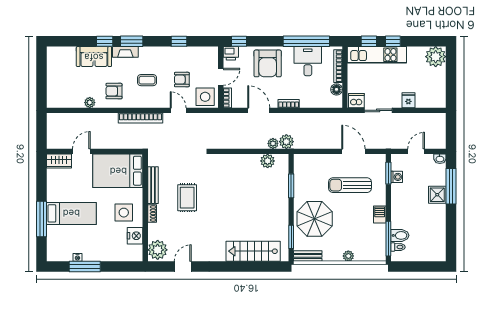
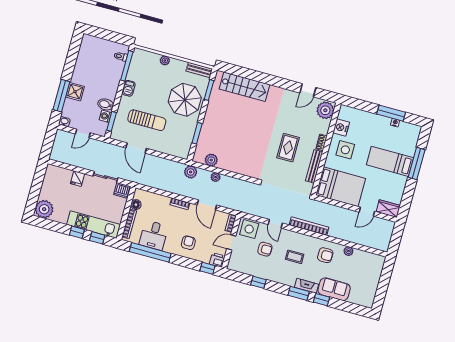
armchair: (268, 63) -> (188, 243), width x0.53, depth x0.53
plant: (273, 143) -> (216, 177), moved
bidet: (400, 235) -> (106, 104), moved

